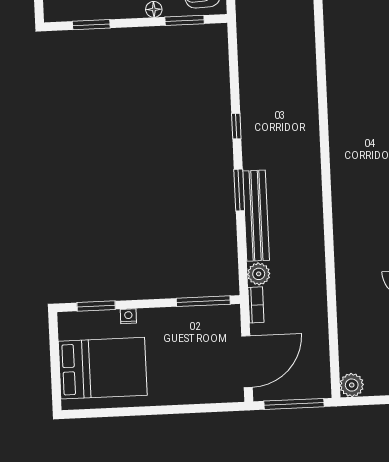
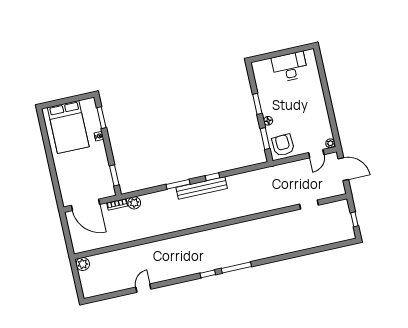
window: (91, 25) -> (257, 104), moved
bench: (256, 216) -> (202, 188), moved
window: (203, 301) -> (114, 175), width x0.69
window: (294, 404) -> (67, 234), removed

